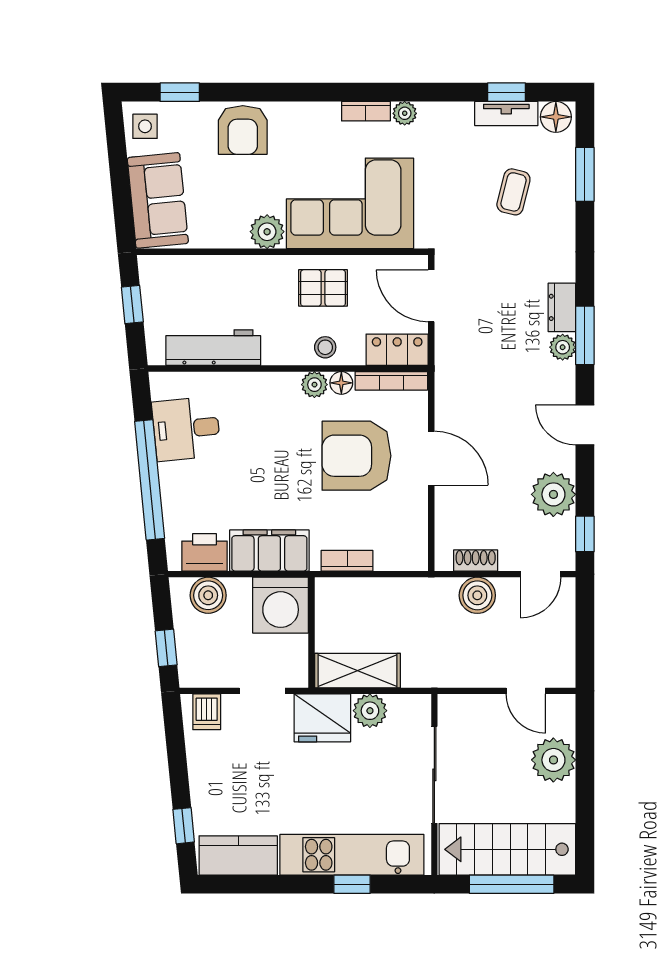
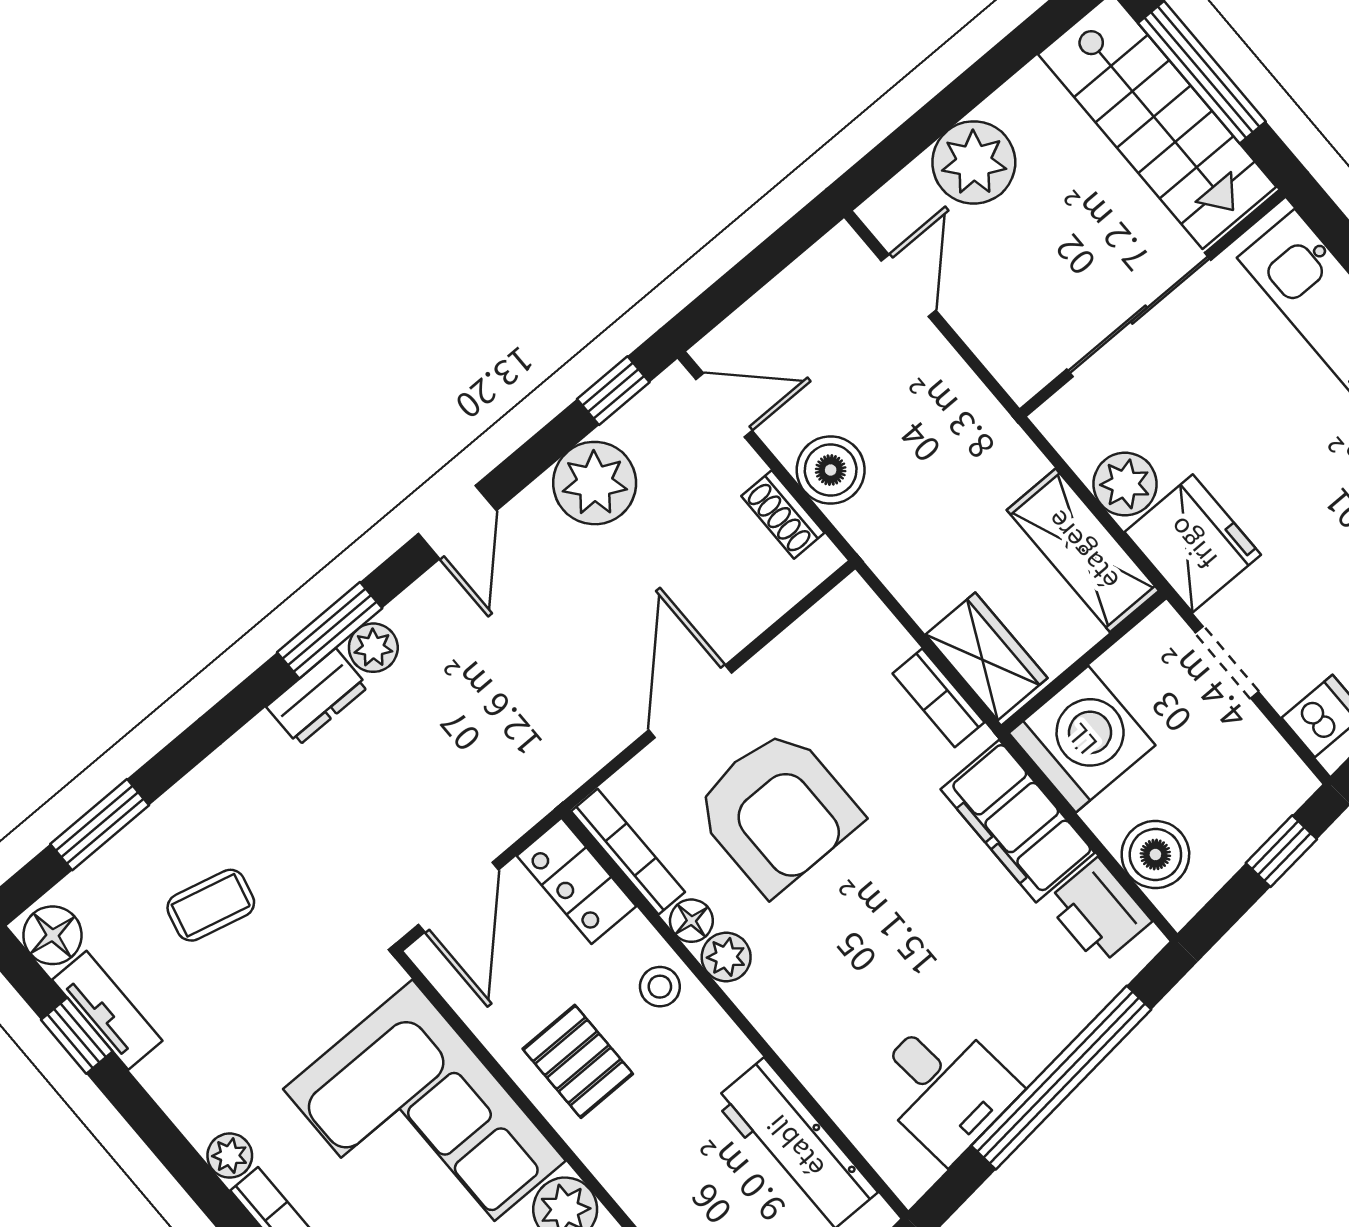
wardrobe: (347, 595) -> (987, 656), added

